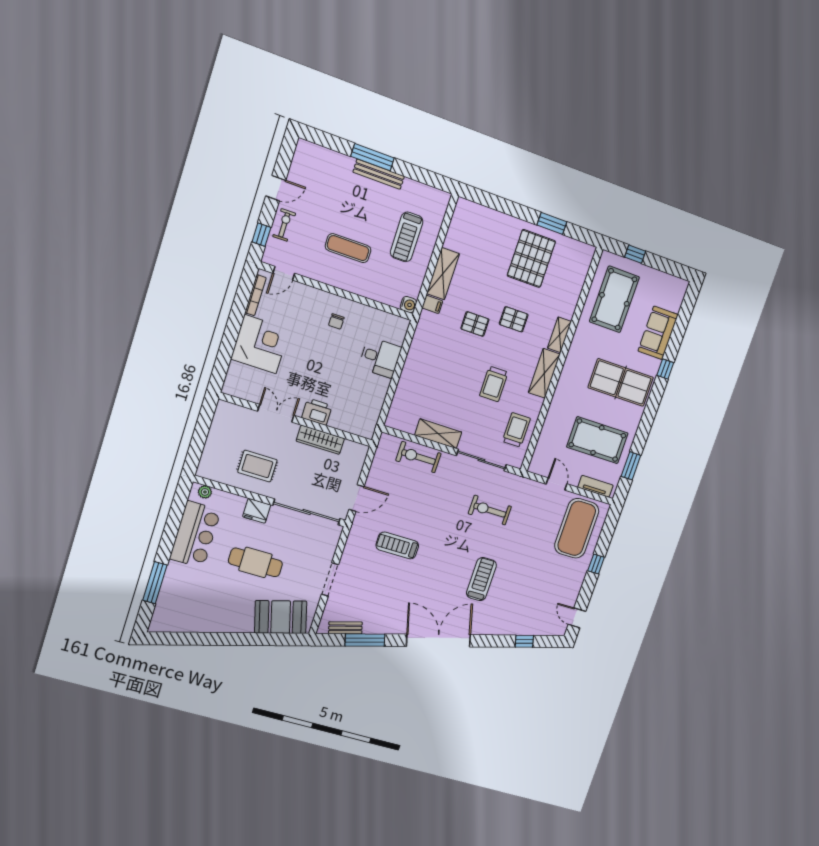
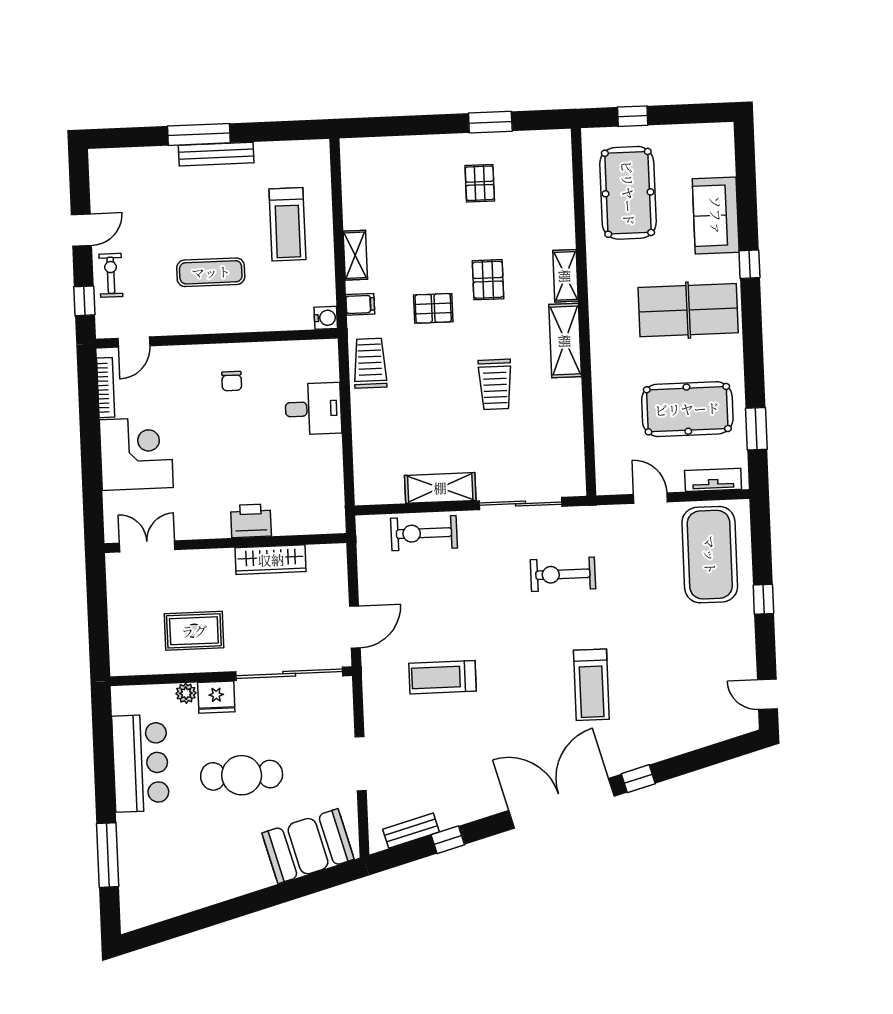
pallet: (531, 258) -> (480, 183), width x0.49, depth x0.50
shelving: (443, 274) -> (355, 255), width x0.67, depth x0.75
pallet: (514, 319) -> (488, 280), turned 90
double door: (276, 413) -> (147, 546), moved
trolley: (516, 430) -> (370, 363), moved
plant: (205, 492) -> (186, 693), moved
treadmill: (481, 579) -> (591, 685), turned 180
window: (365, 640) -> (448, 840), width x0.46
window: (524, 641) -> (638, 779), moved

